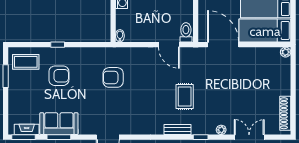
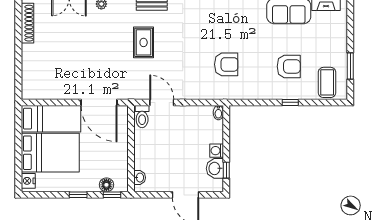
plant: (286, 52) -> (27, 94), removed
coffee table: (26, 62) -> (327, 82), turned 90
armchair: (59, 76) -> (289, 66), turned 180

